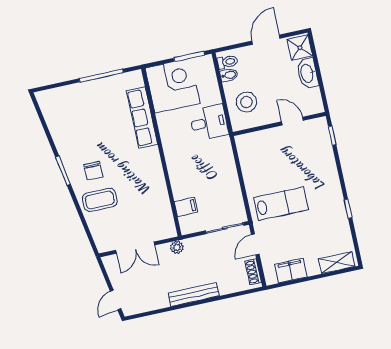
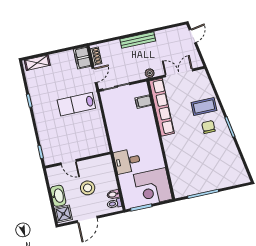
stool: (246, 102) -> (88, 188), moved
row of seats: (142, 118) -> (162, 107), moved, width x1.36
filing cabinet: (291, 271) -> (82, 58), moved, turned 90

